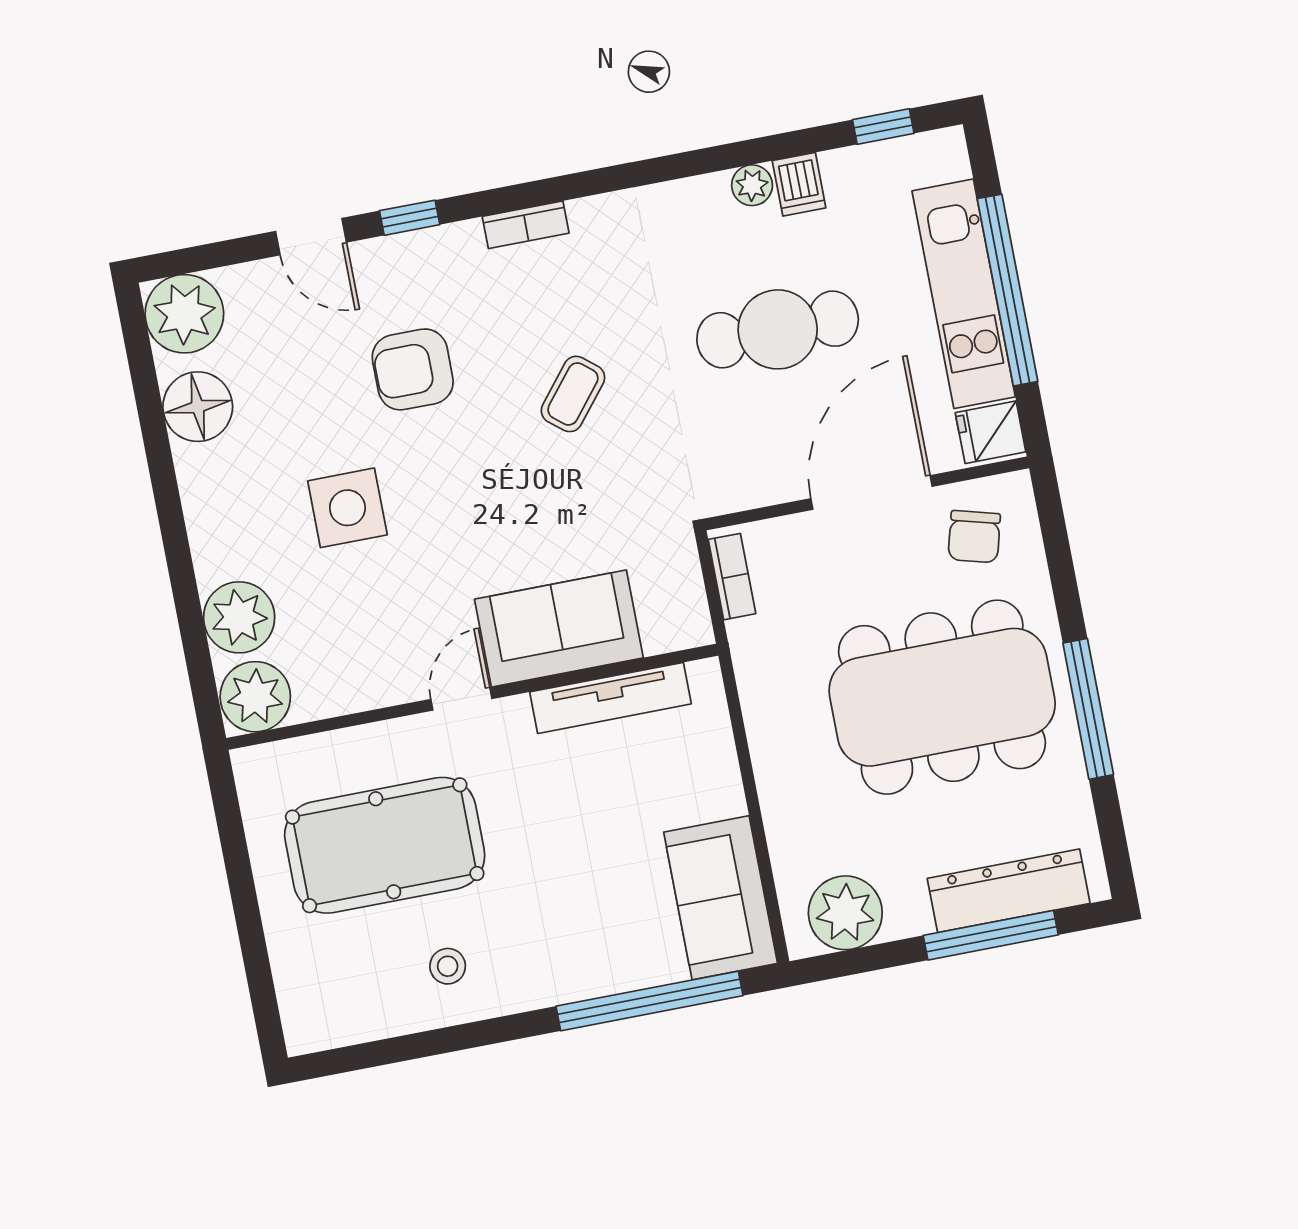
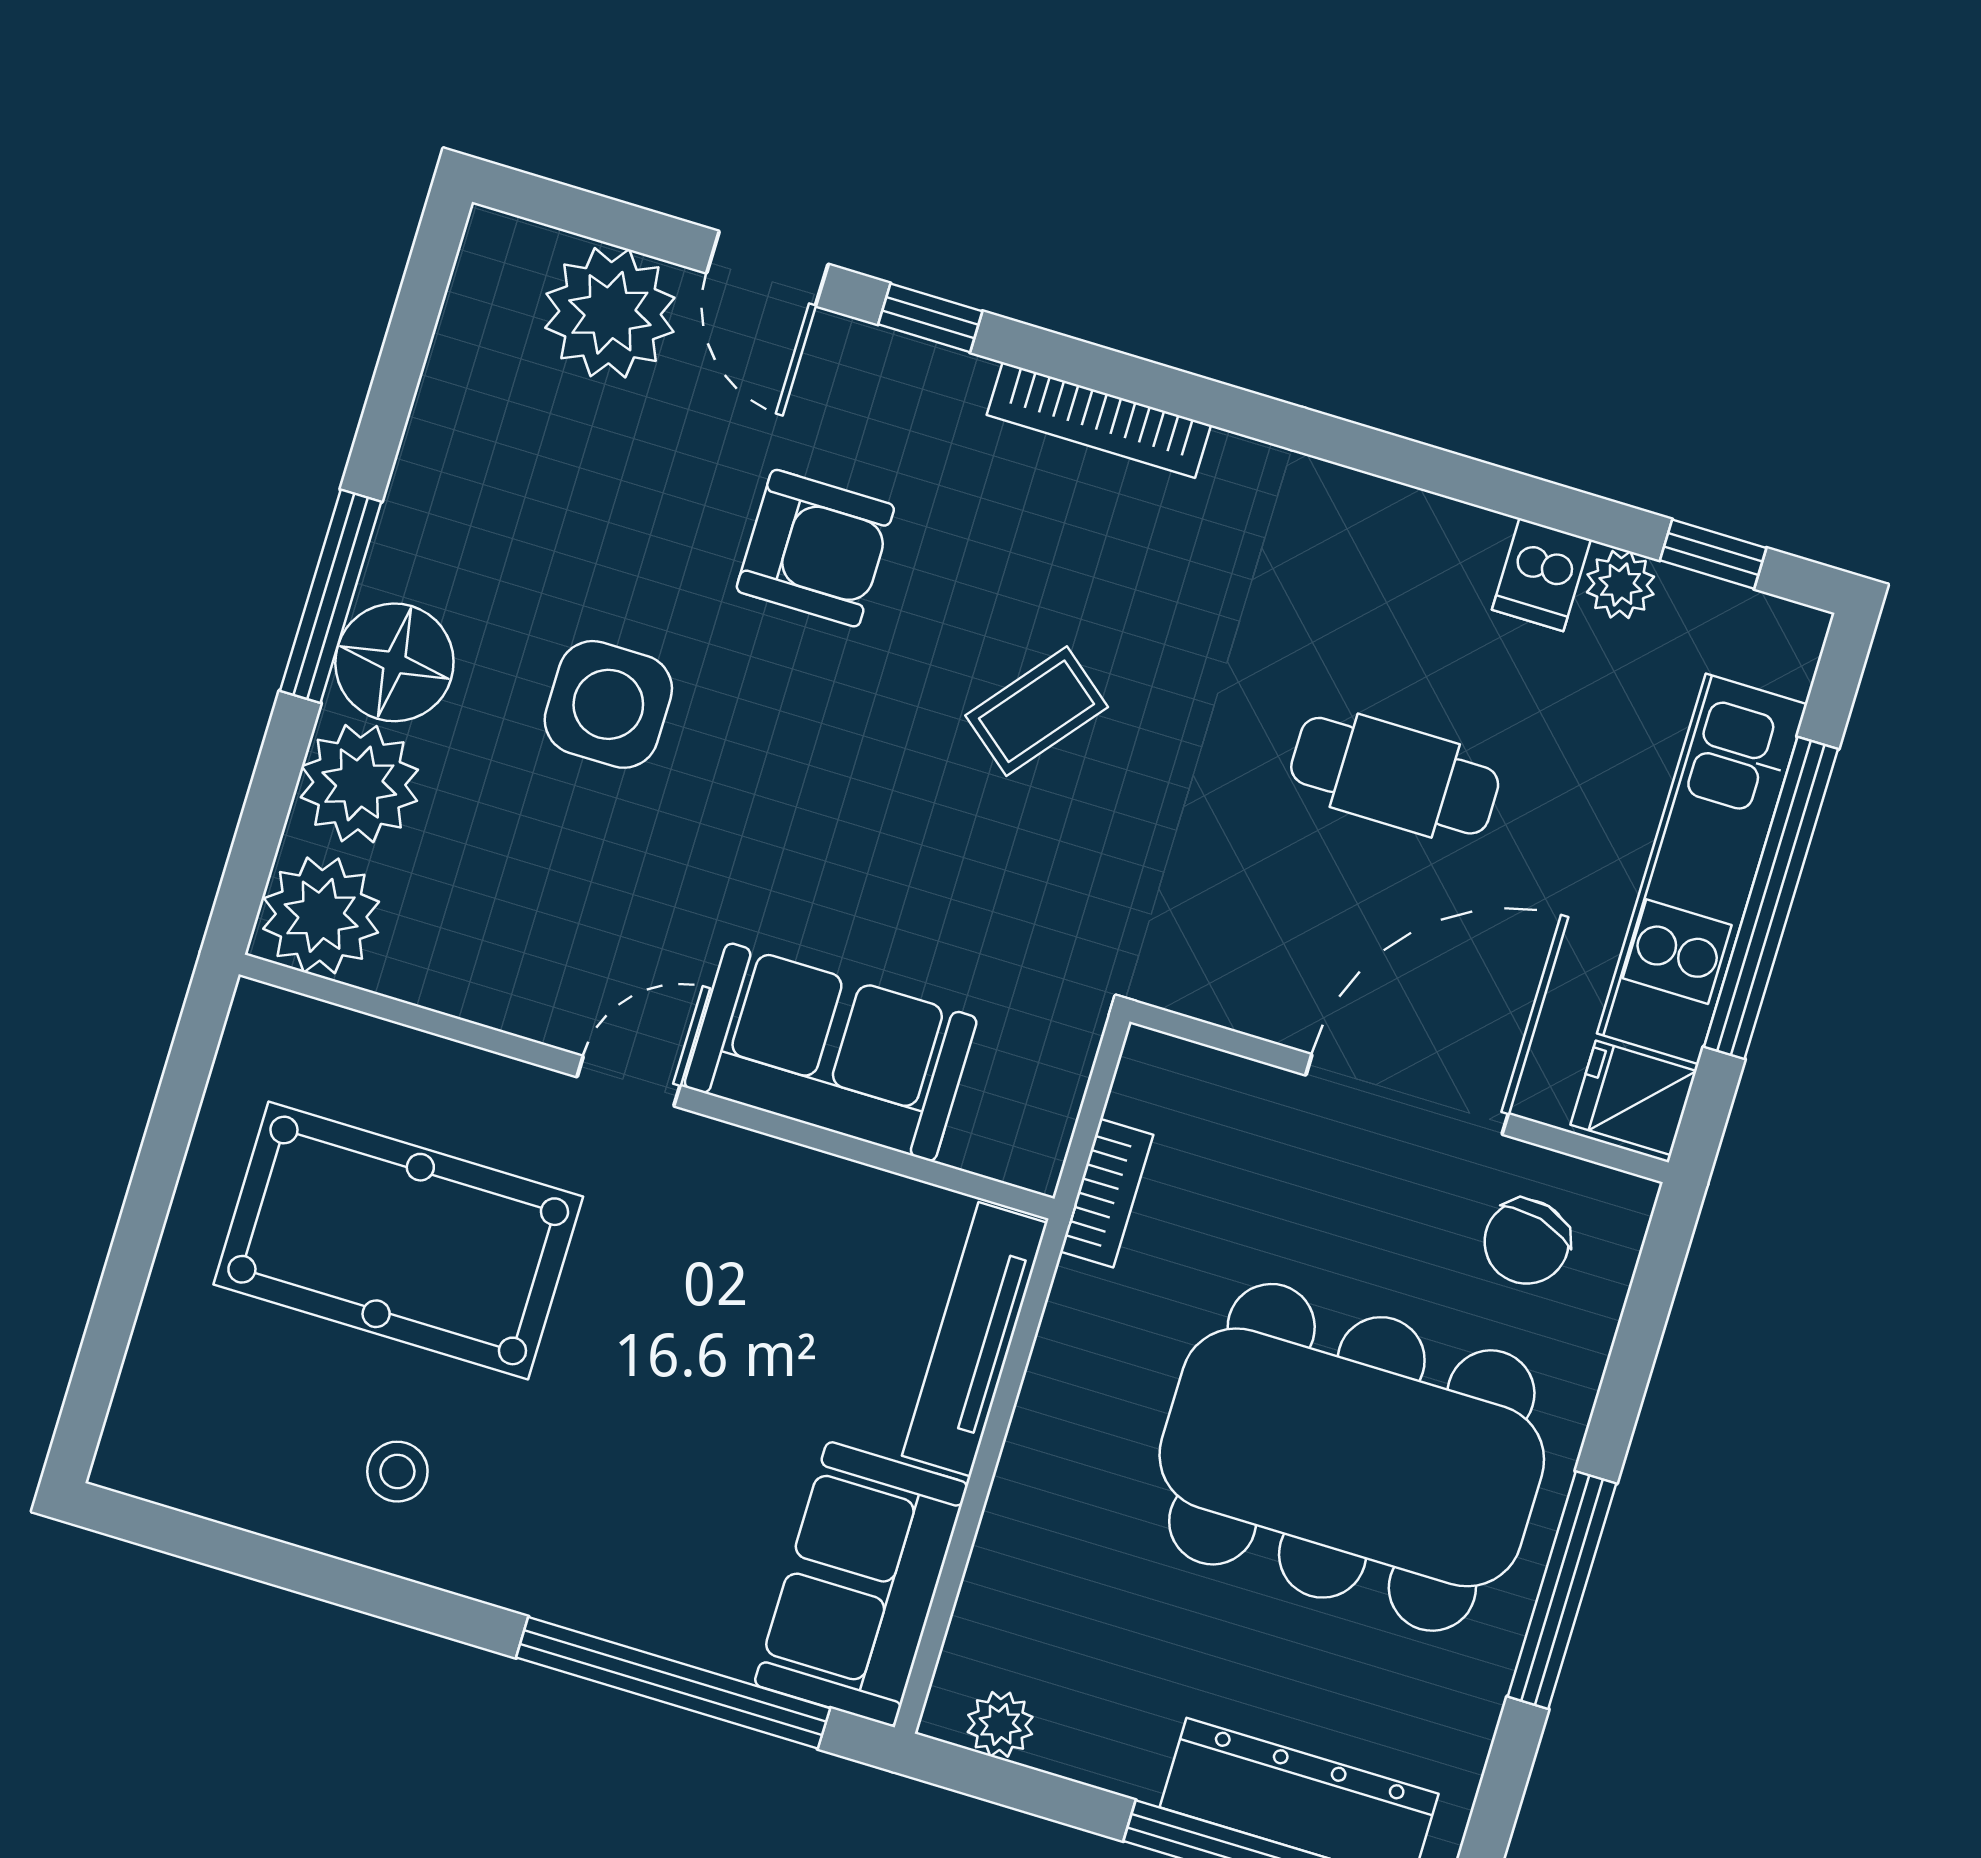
plant: (752, 185) -> (1621, 584), moved
bookcase: (526, 225) -> (1099, 420), width x1.56
plant: (184, 314) -> (610, 313), moved
cafe table: (778, 329) -> (1395, 776), width x0.73, depth x0.74
armchair: (413, 369) -> (815, 548), turned 180
floor lamp: (198, 407) -> (394, 662), moved
window: (173, 527) -> (331, 596), added
bookcase: (732, 577) -> (1107, 1193), moved
tv unit: (610, 698) -> (975, 1339), moved, turned 90
plant: (845, 913) -> (1000, 1724), width x0.53, depth x0.53

